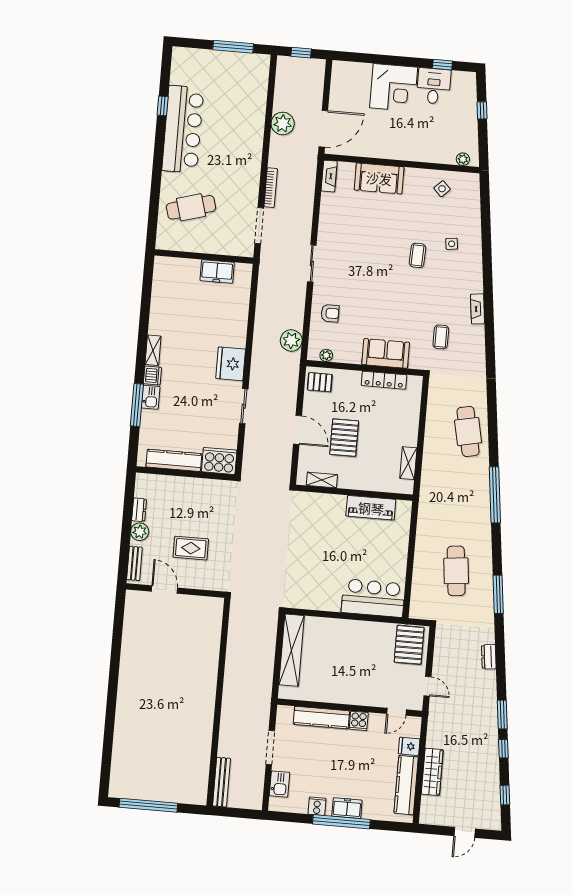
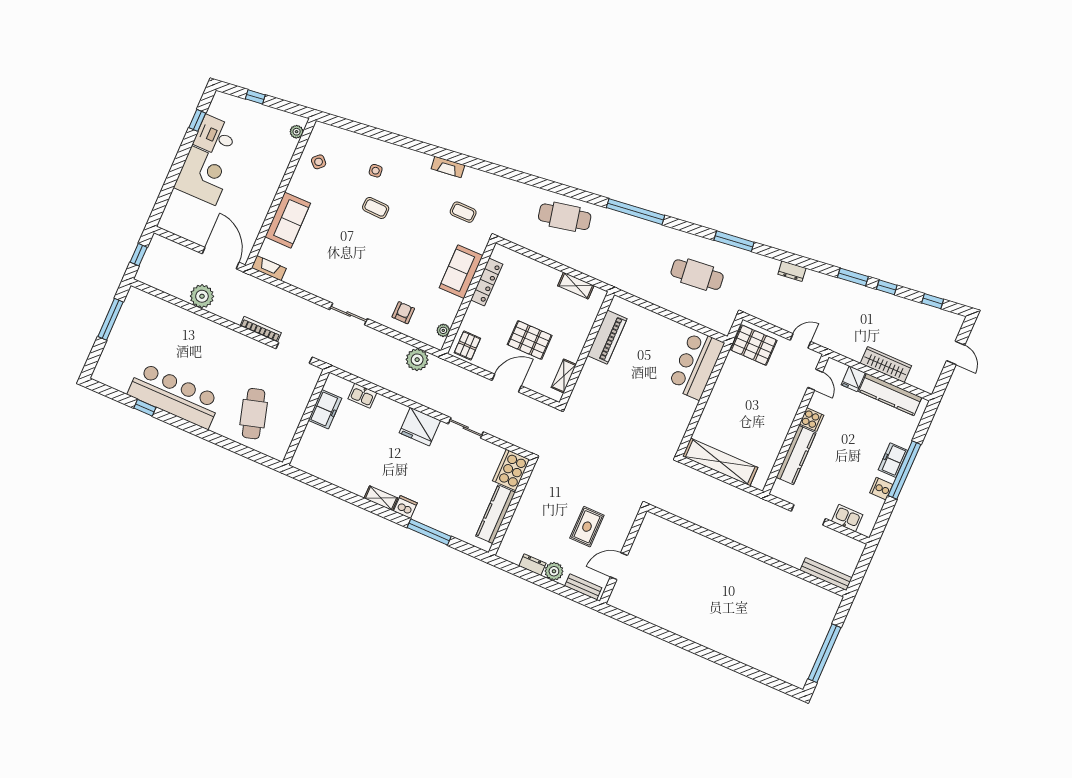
kitchen sink: (151, 397) -> (362, 396), moved, turned 180

